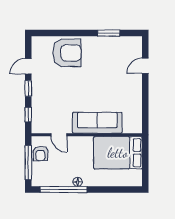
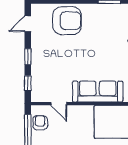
door: (28, 66) -> (28, 24), moved
armchair: (40, 153) -> (40, 123), turned 180

